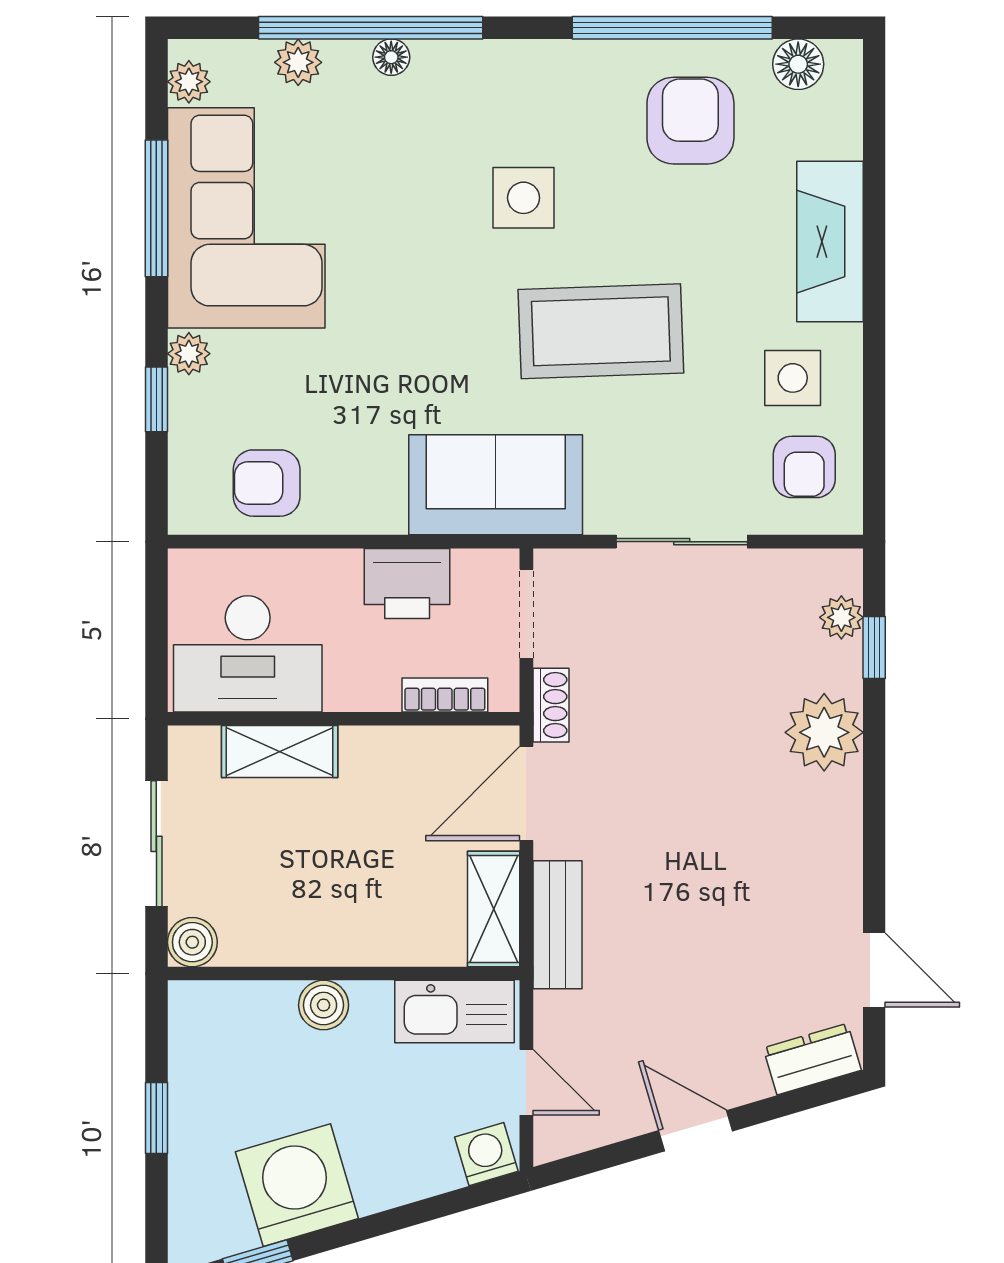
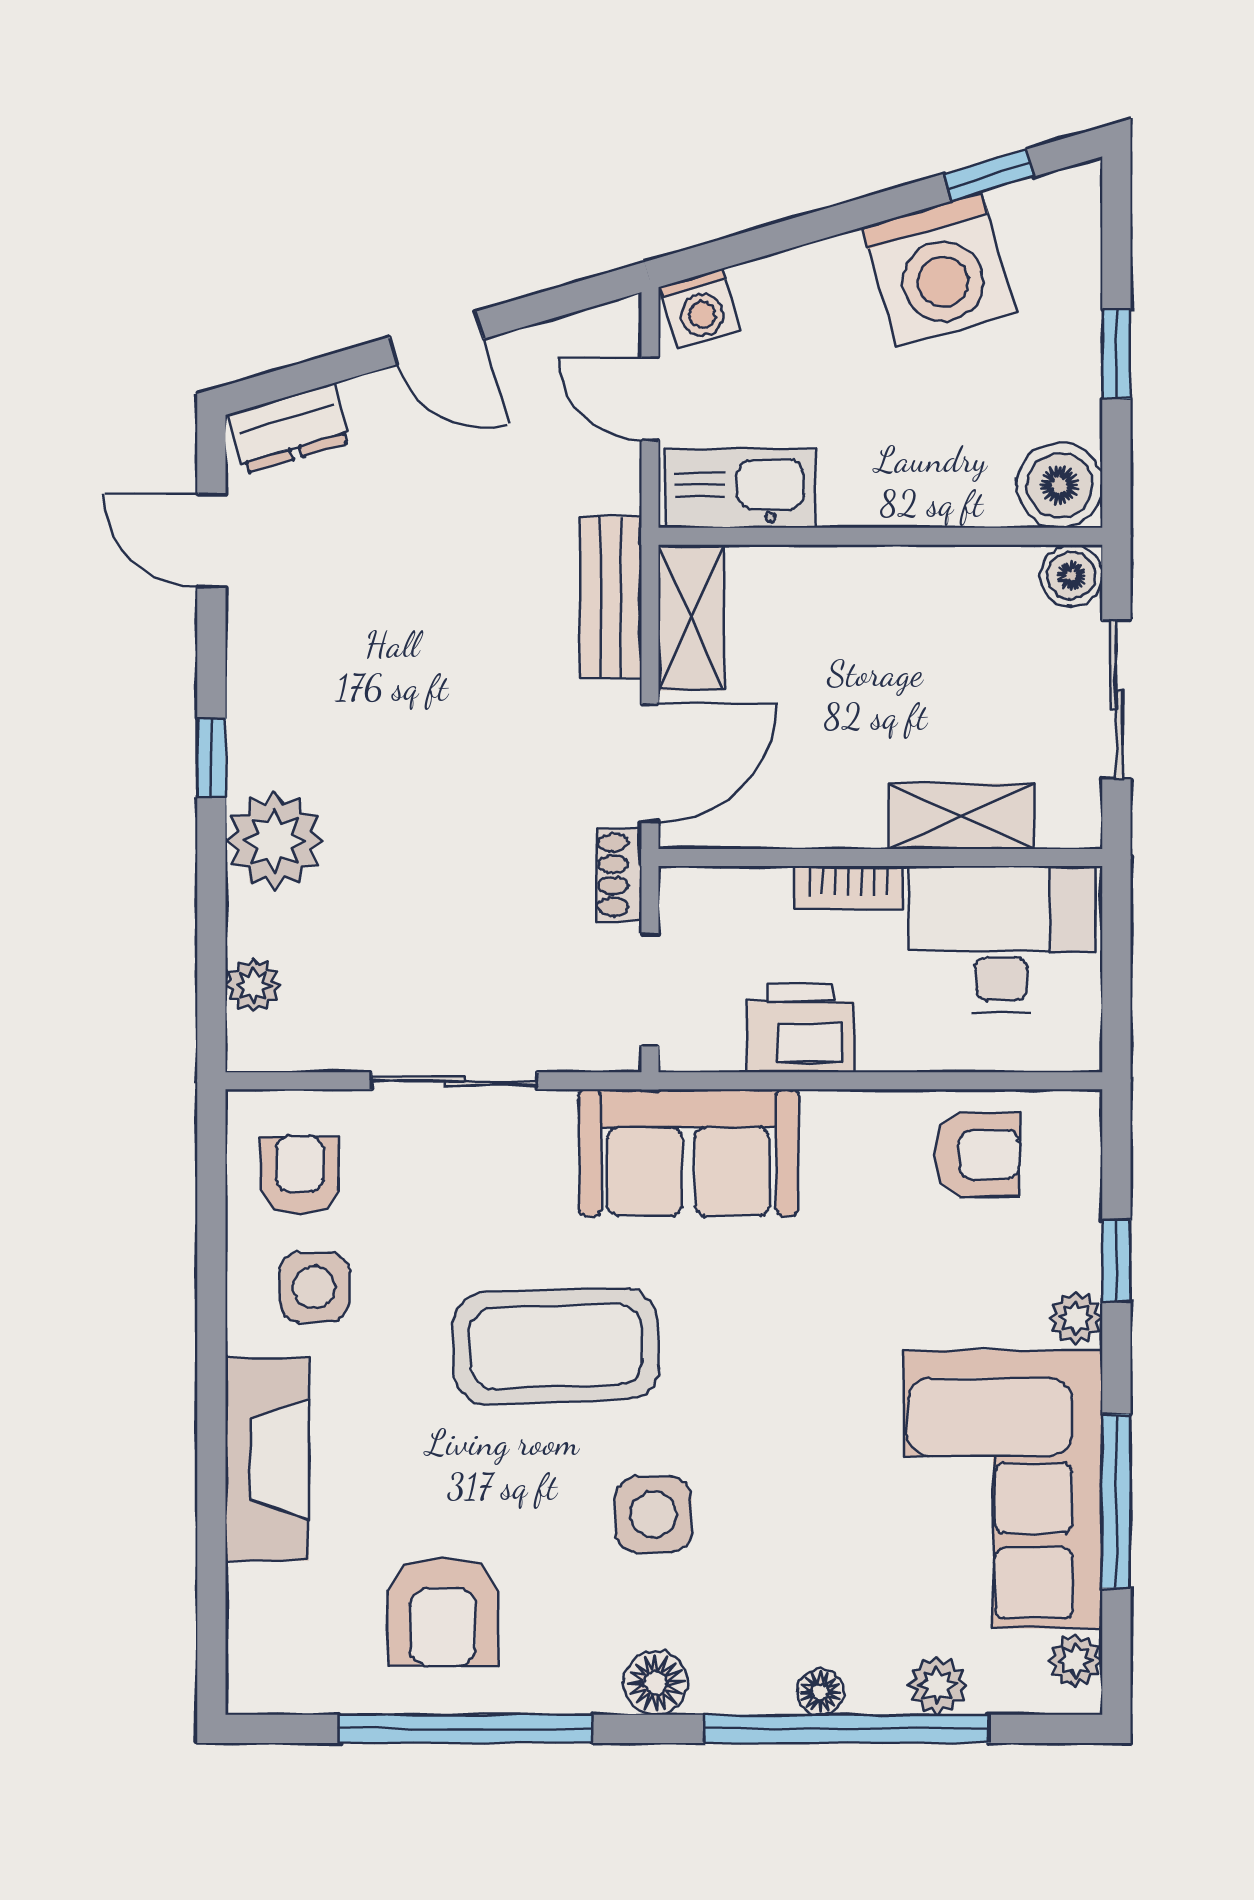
floor lamp: (798, 64) -> (656, 1683), moved
window: (874, 647) -> (211, 757), moved
bookcase: (445, 695) -> (848, 887), moved
boiler: (324, 1005) -> (1060, 485), moved, width x1.36, depth x1.36

